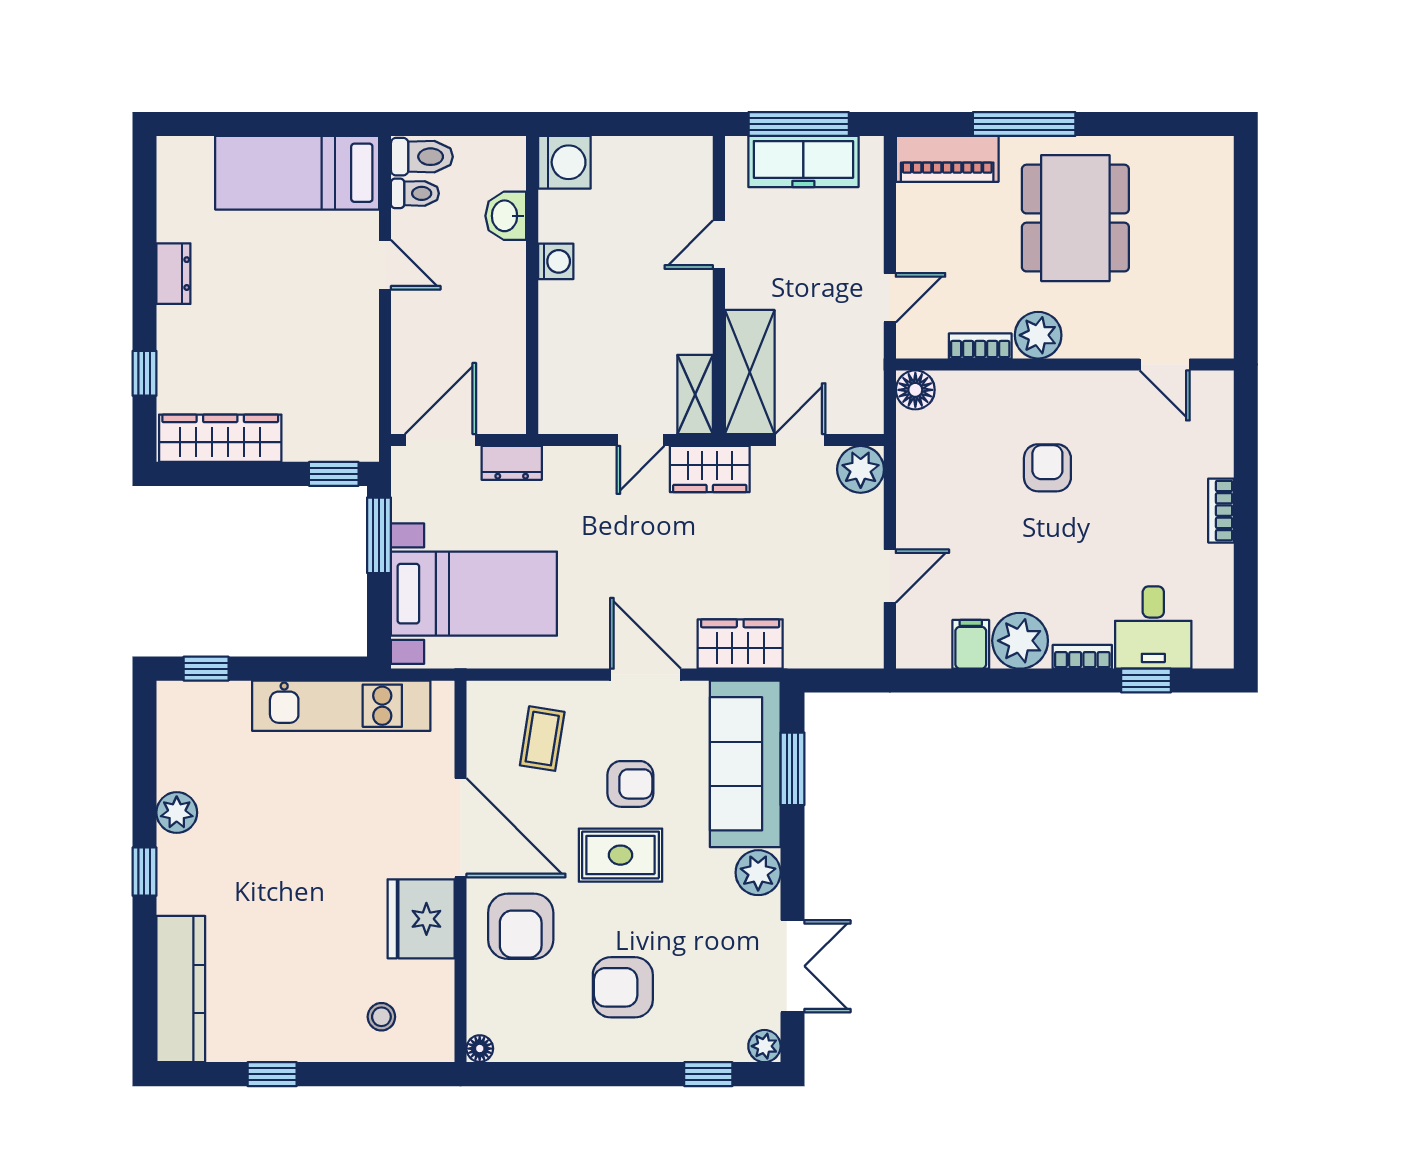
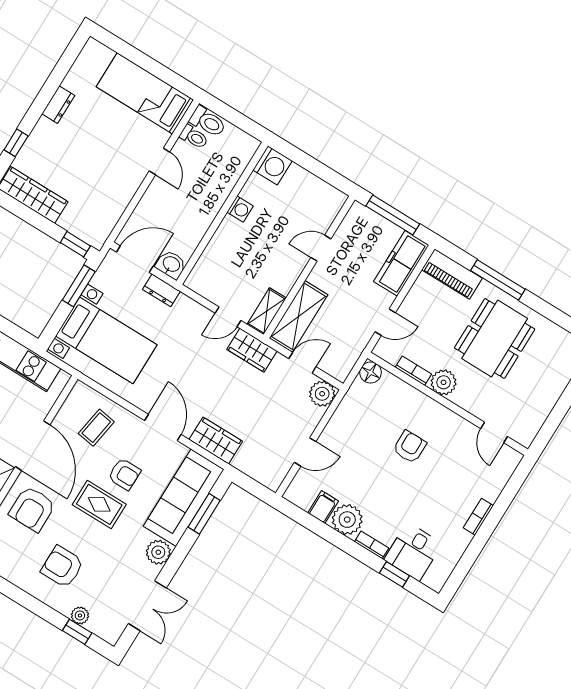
freezer: (803, 161) -> (401, 263), moved, turned 90
washbasin: (506, 216) -> (171, 265), moved, turned 90
plant: (764, 1046) -> (80, 615), moved

